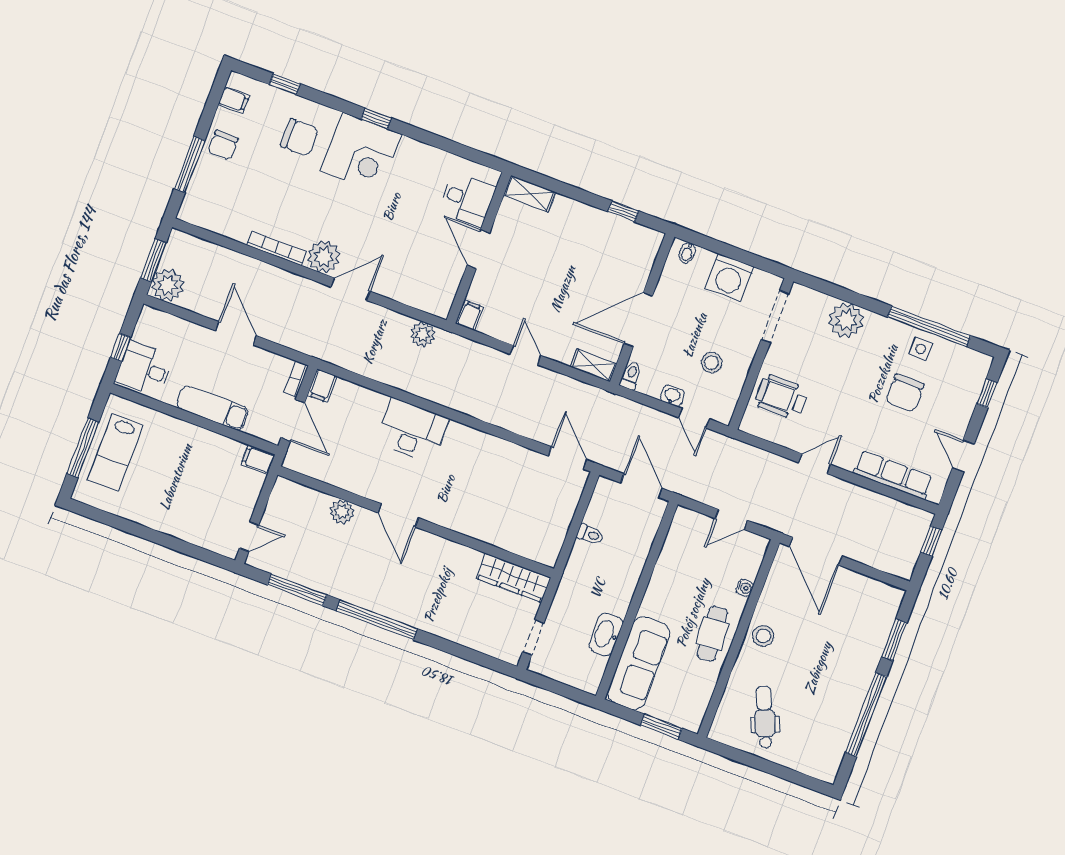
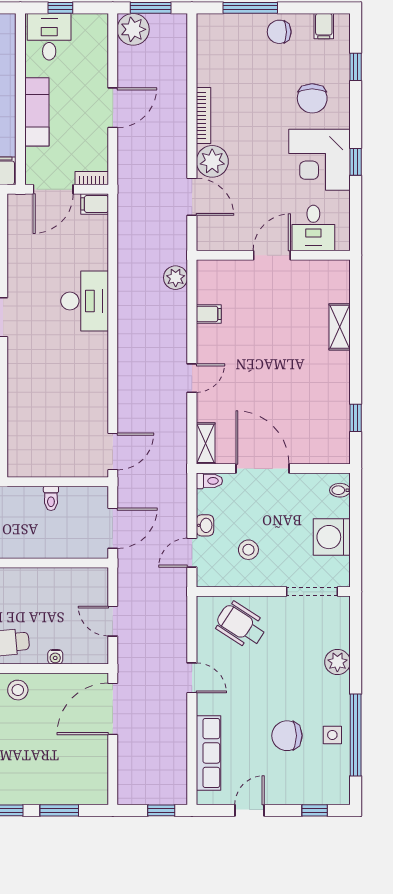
desk: (467, 199) -> (313, 228), moved
wall: (479, 248) -> (273, 255), moved
door: (478, 249) -> (272, 255), moved
plant: (846, 320) -> (337, 662), width x0.73, depth x0.73
wheelchair: (782, 397) -> (241, 625), turned -57

